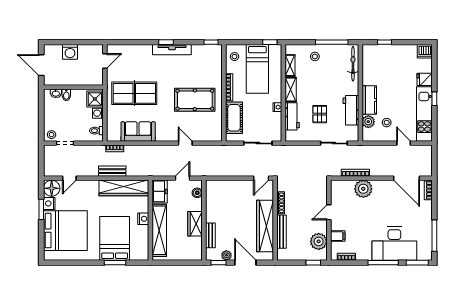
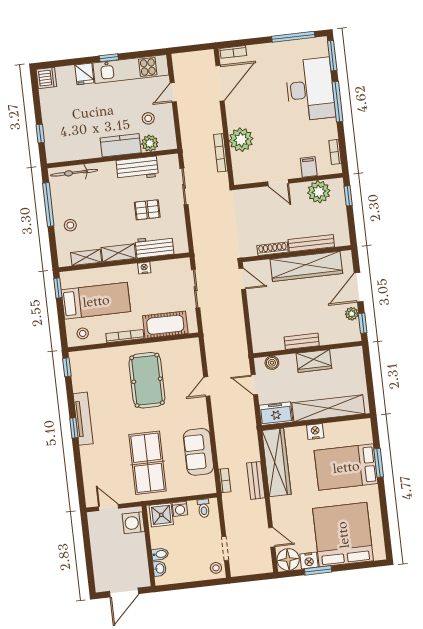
washing machine: (70, 52) -> (133, 523), moved, turned 180
bench: (210, 235) -> (302, 341), moved

